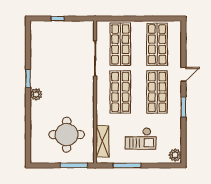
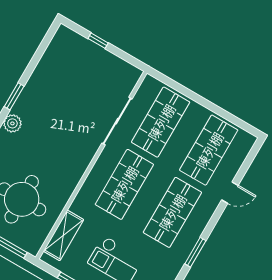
door: (183, 74) -> (230, 193), moved

